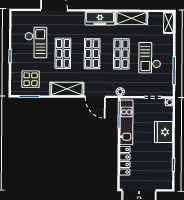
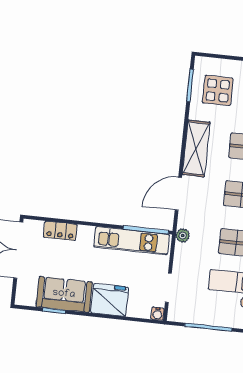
sofa: (163, 160) -> (64, 294), added
locker: (125, 161) -> (60, 231), width x0.66

